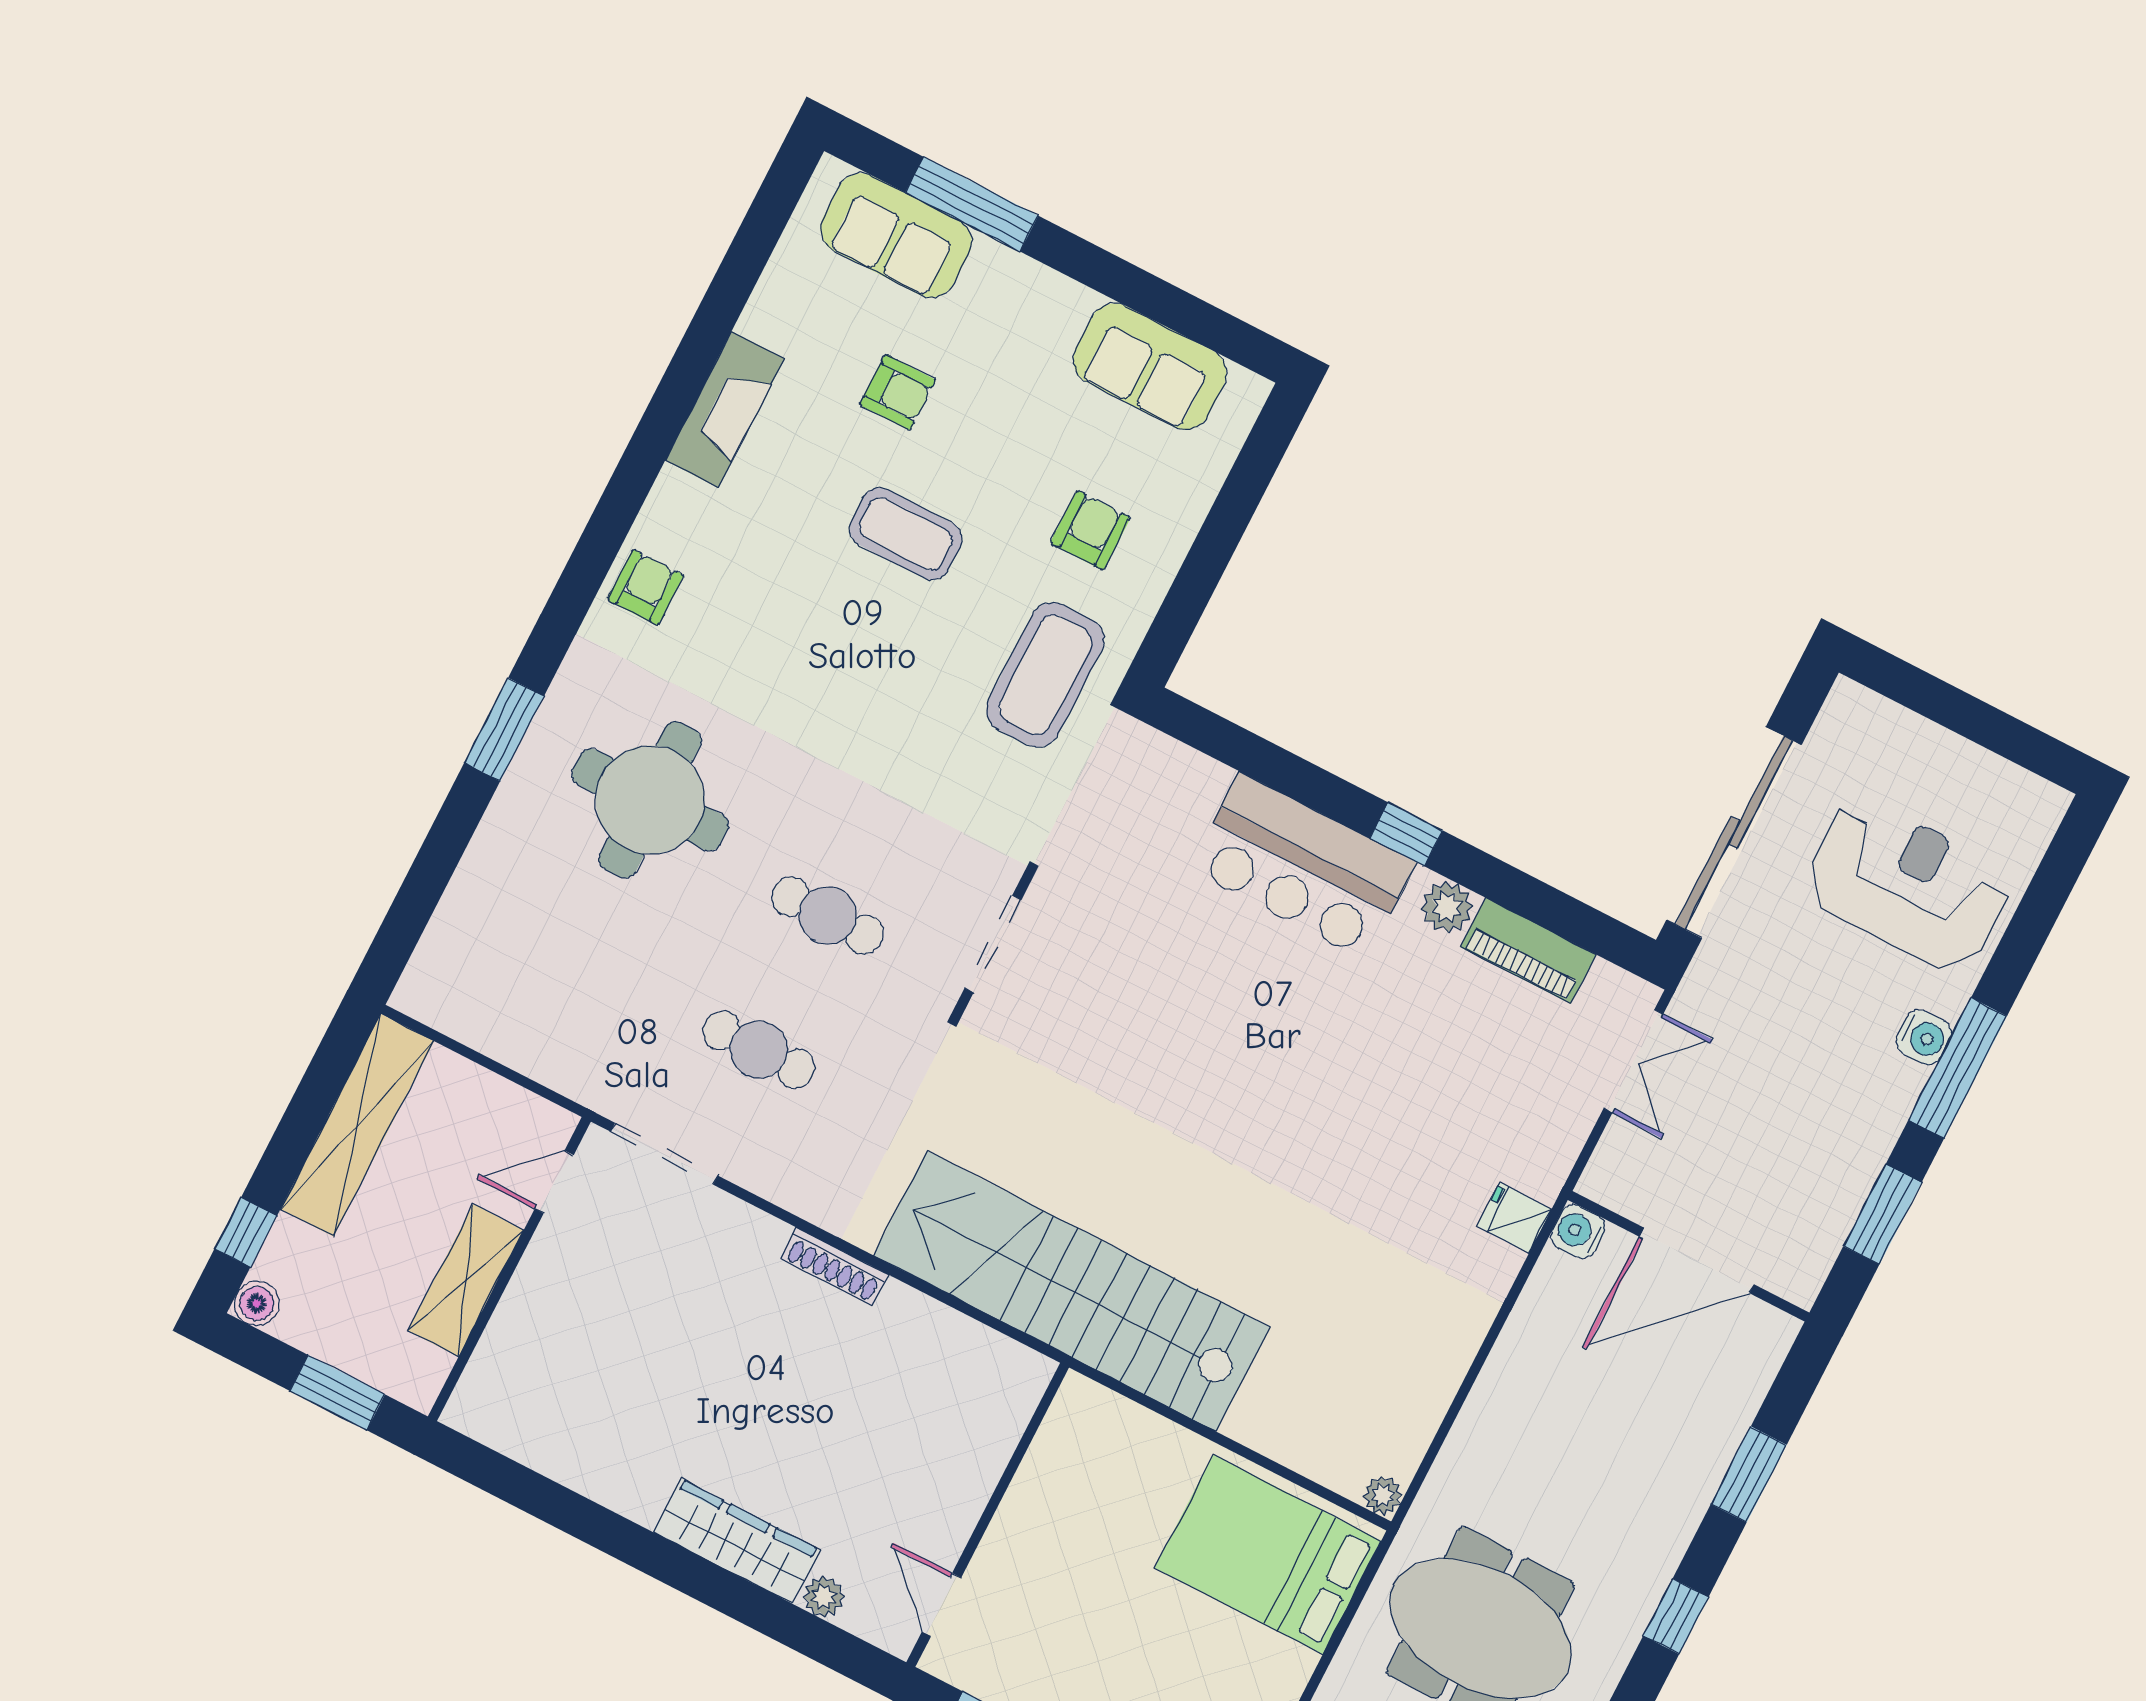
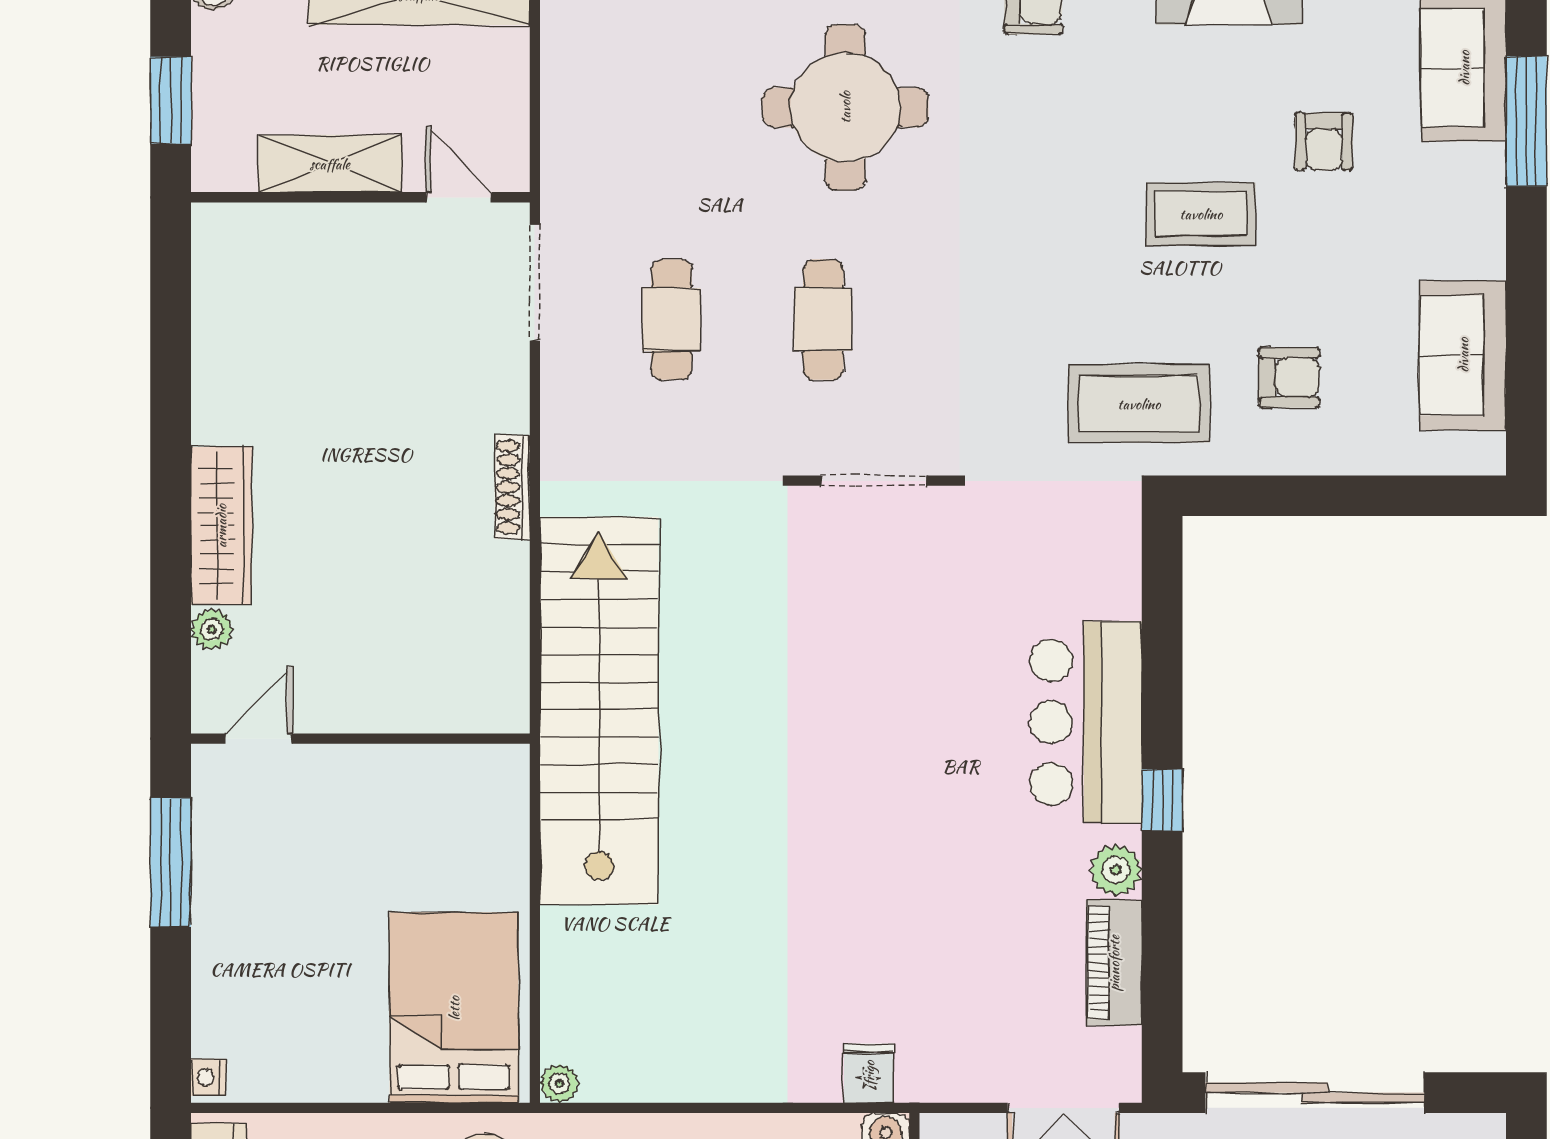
coffee table: (906, 534) -> (1201, 214), turned 90

